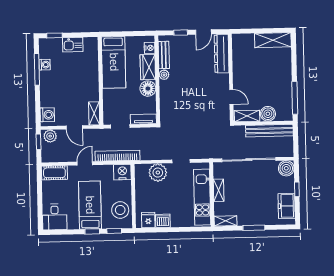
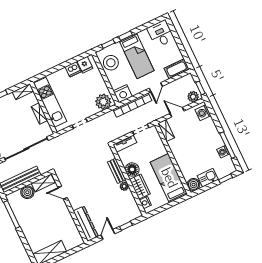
boiler: (91, 44) -> (194, 185), added
bench: (164, 55) -> (117, 171), moved
plant: (158, 173) -> (103, 102), moved

